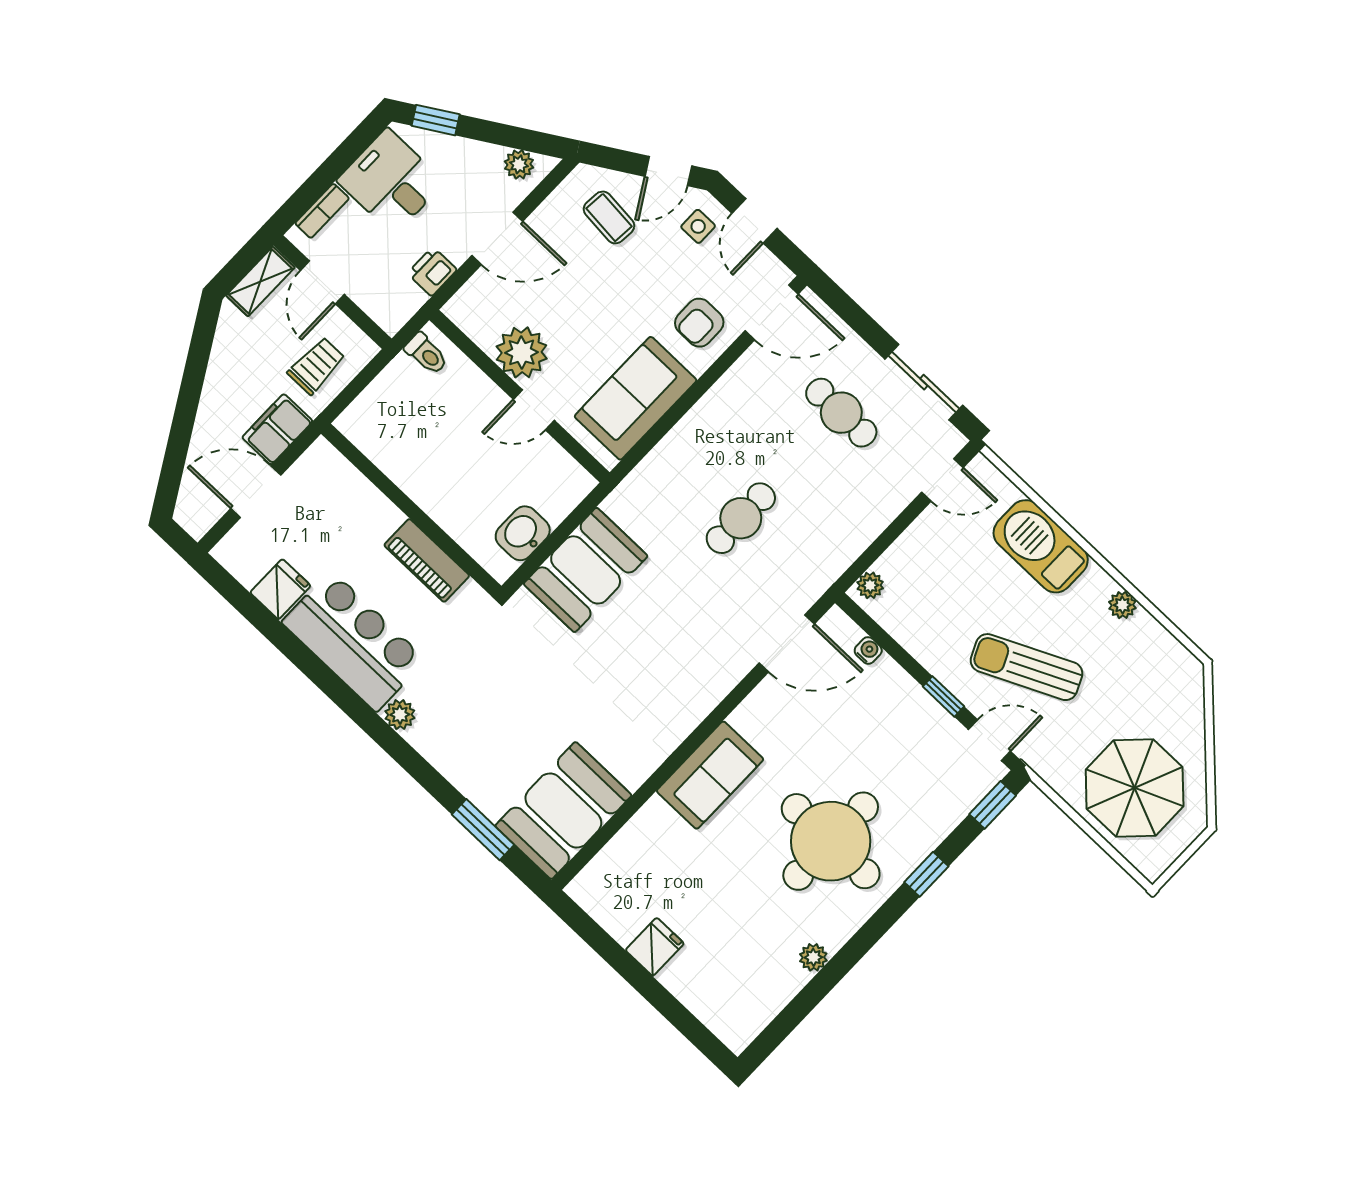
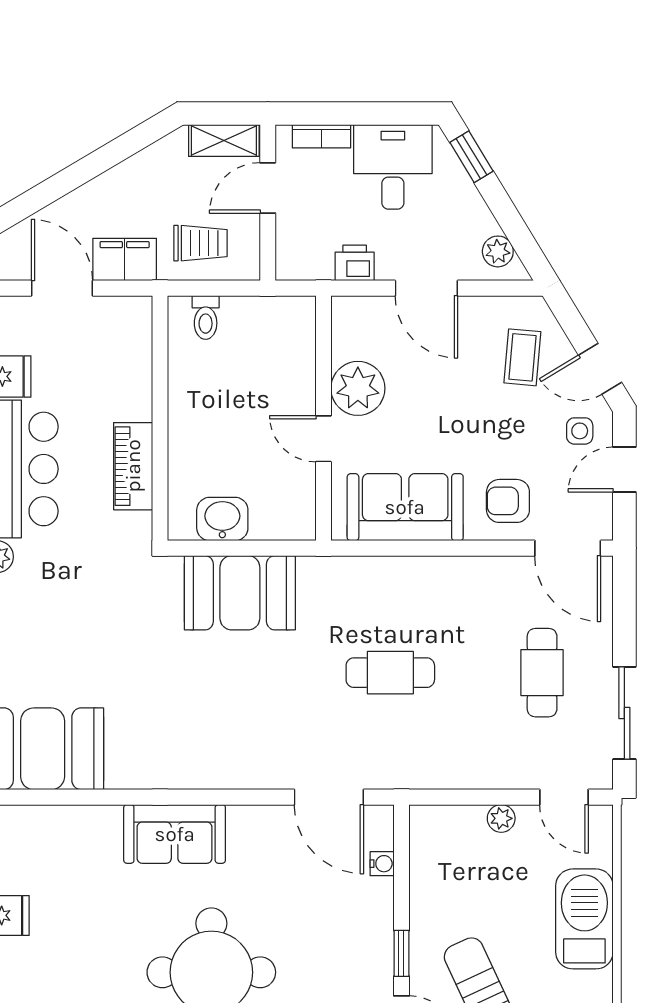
toilet: (426, 354) -> (206, 317), moved
plant: (870, 585) -> (501, 818), moved

